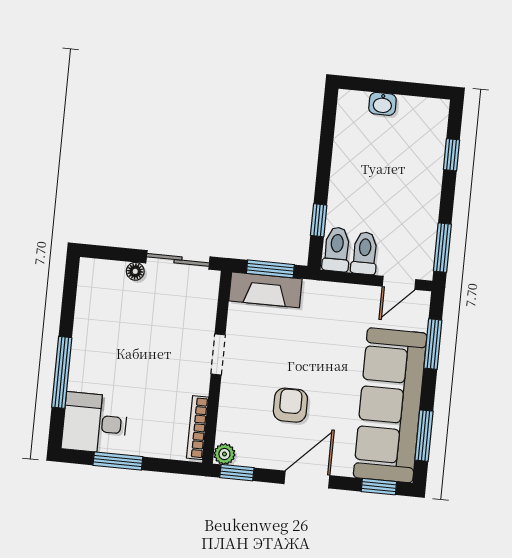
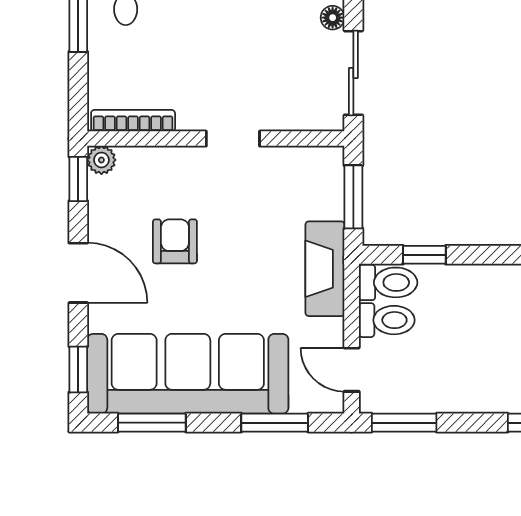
fireplace: (265, 290) -> (325, 269), moved
armchair: (290, 405) -> (175, 241), turned -90

